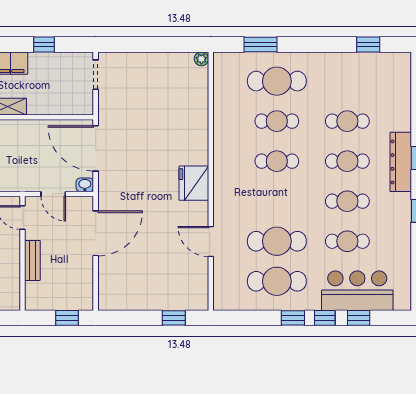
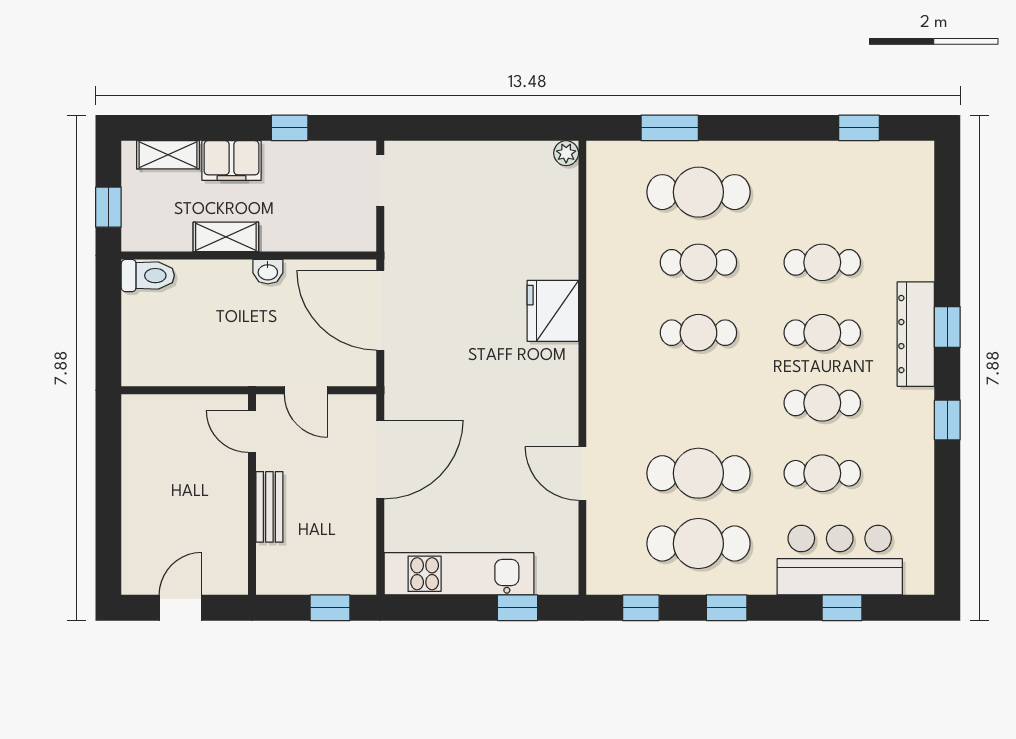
fridge: (194, 183) -> (553, 311), moved
washbasin: (85, 185) -> (268, 272), moved, turned 180
kitchen unit: (140, 299) -> (459, 574), added
window: (325, 318) -> (641, 608), moved

